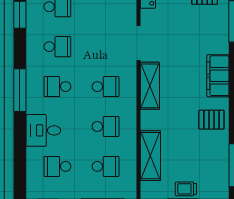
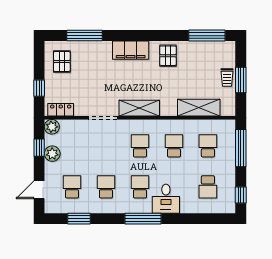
school desk: (57, 87) -> (140, 187), turned 180
desk: (43, 130) -> (166, 199), moved

